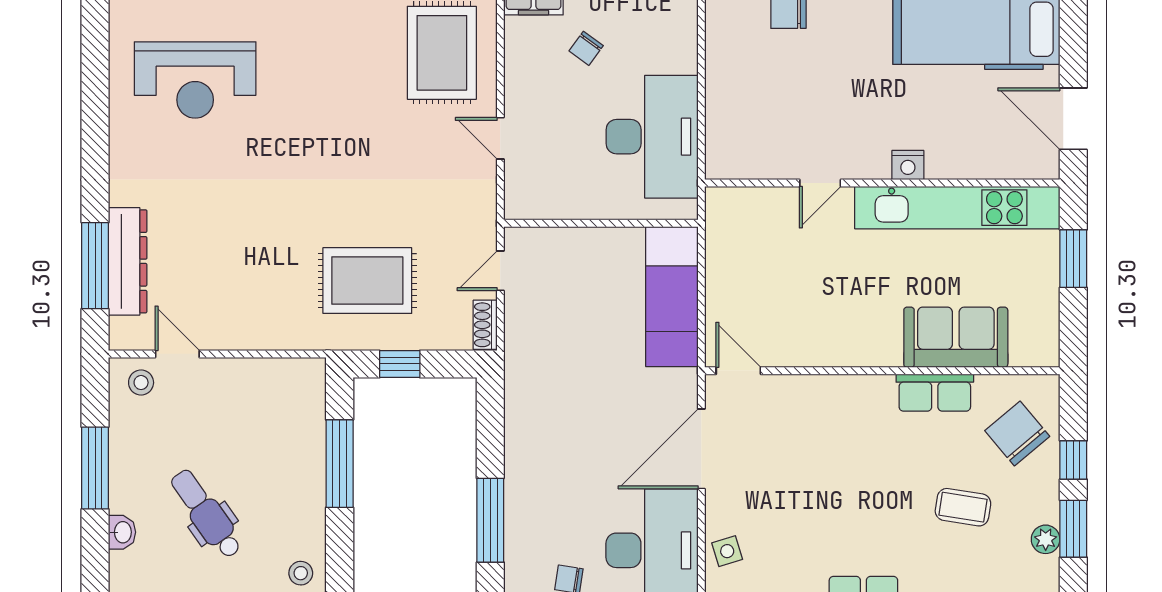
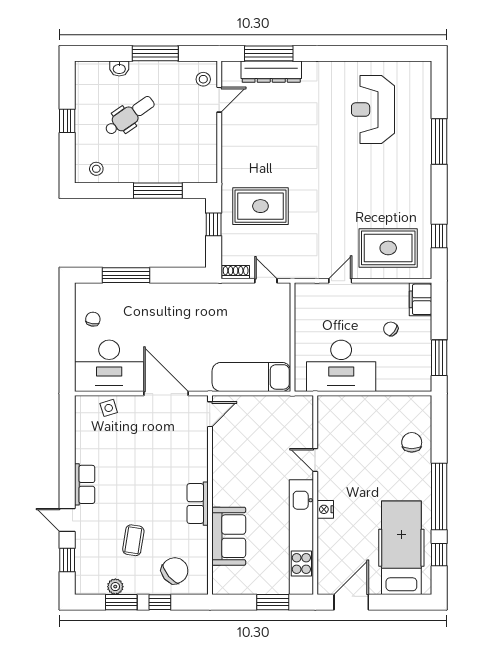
rug: (367, 281) -> (260, 206), turned 90
row of seats: (935, 393) -> (198, 504), moved

